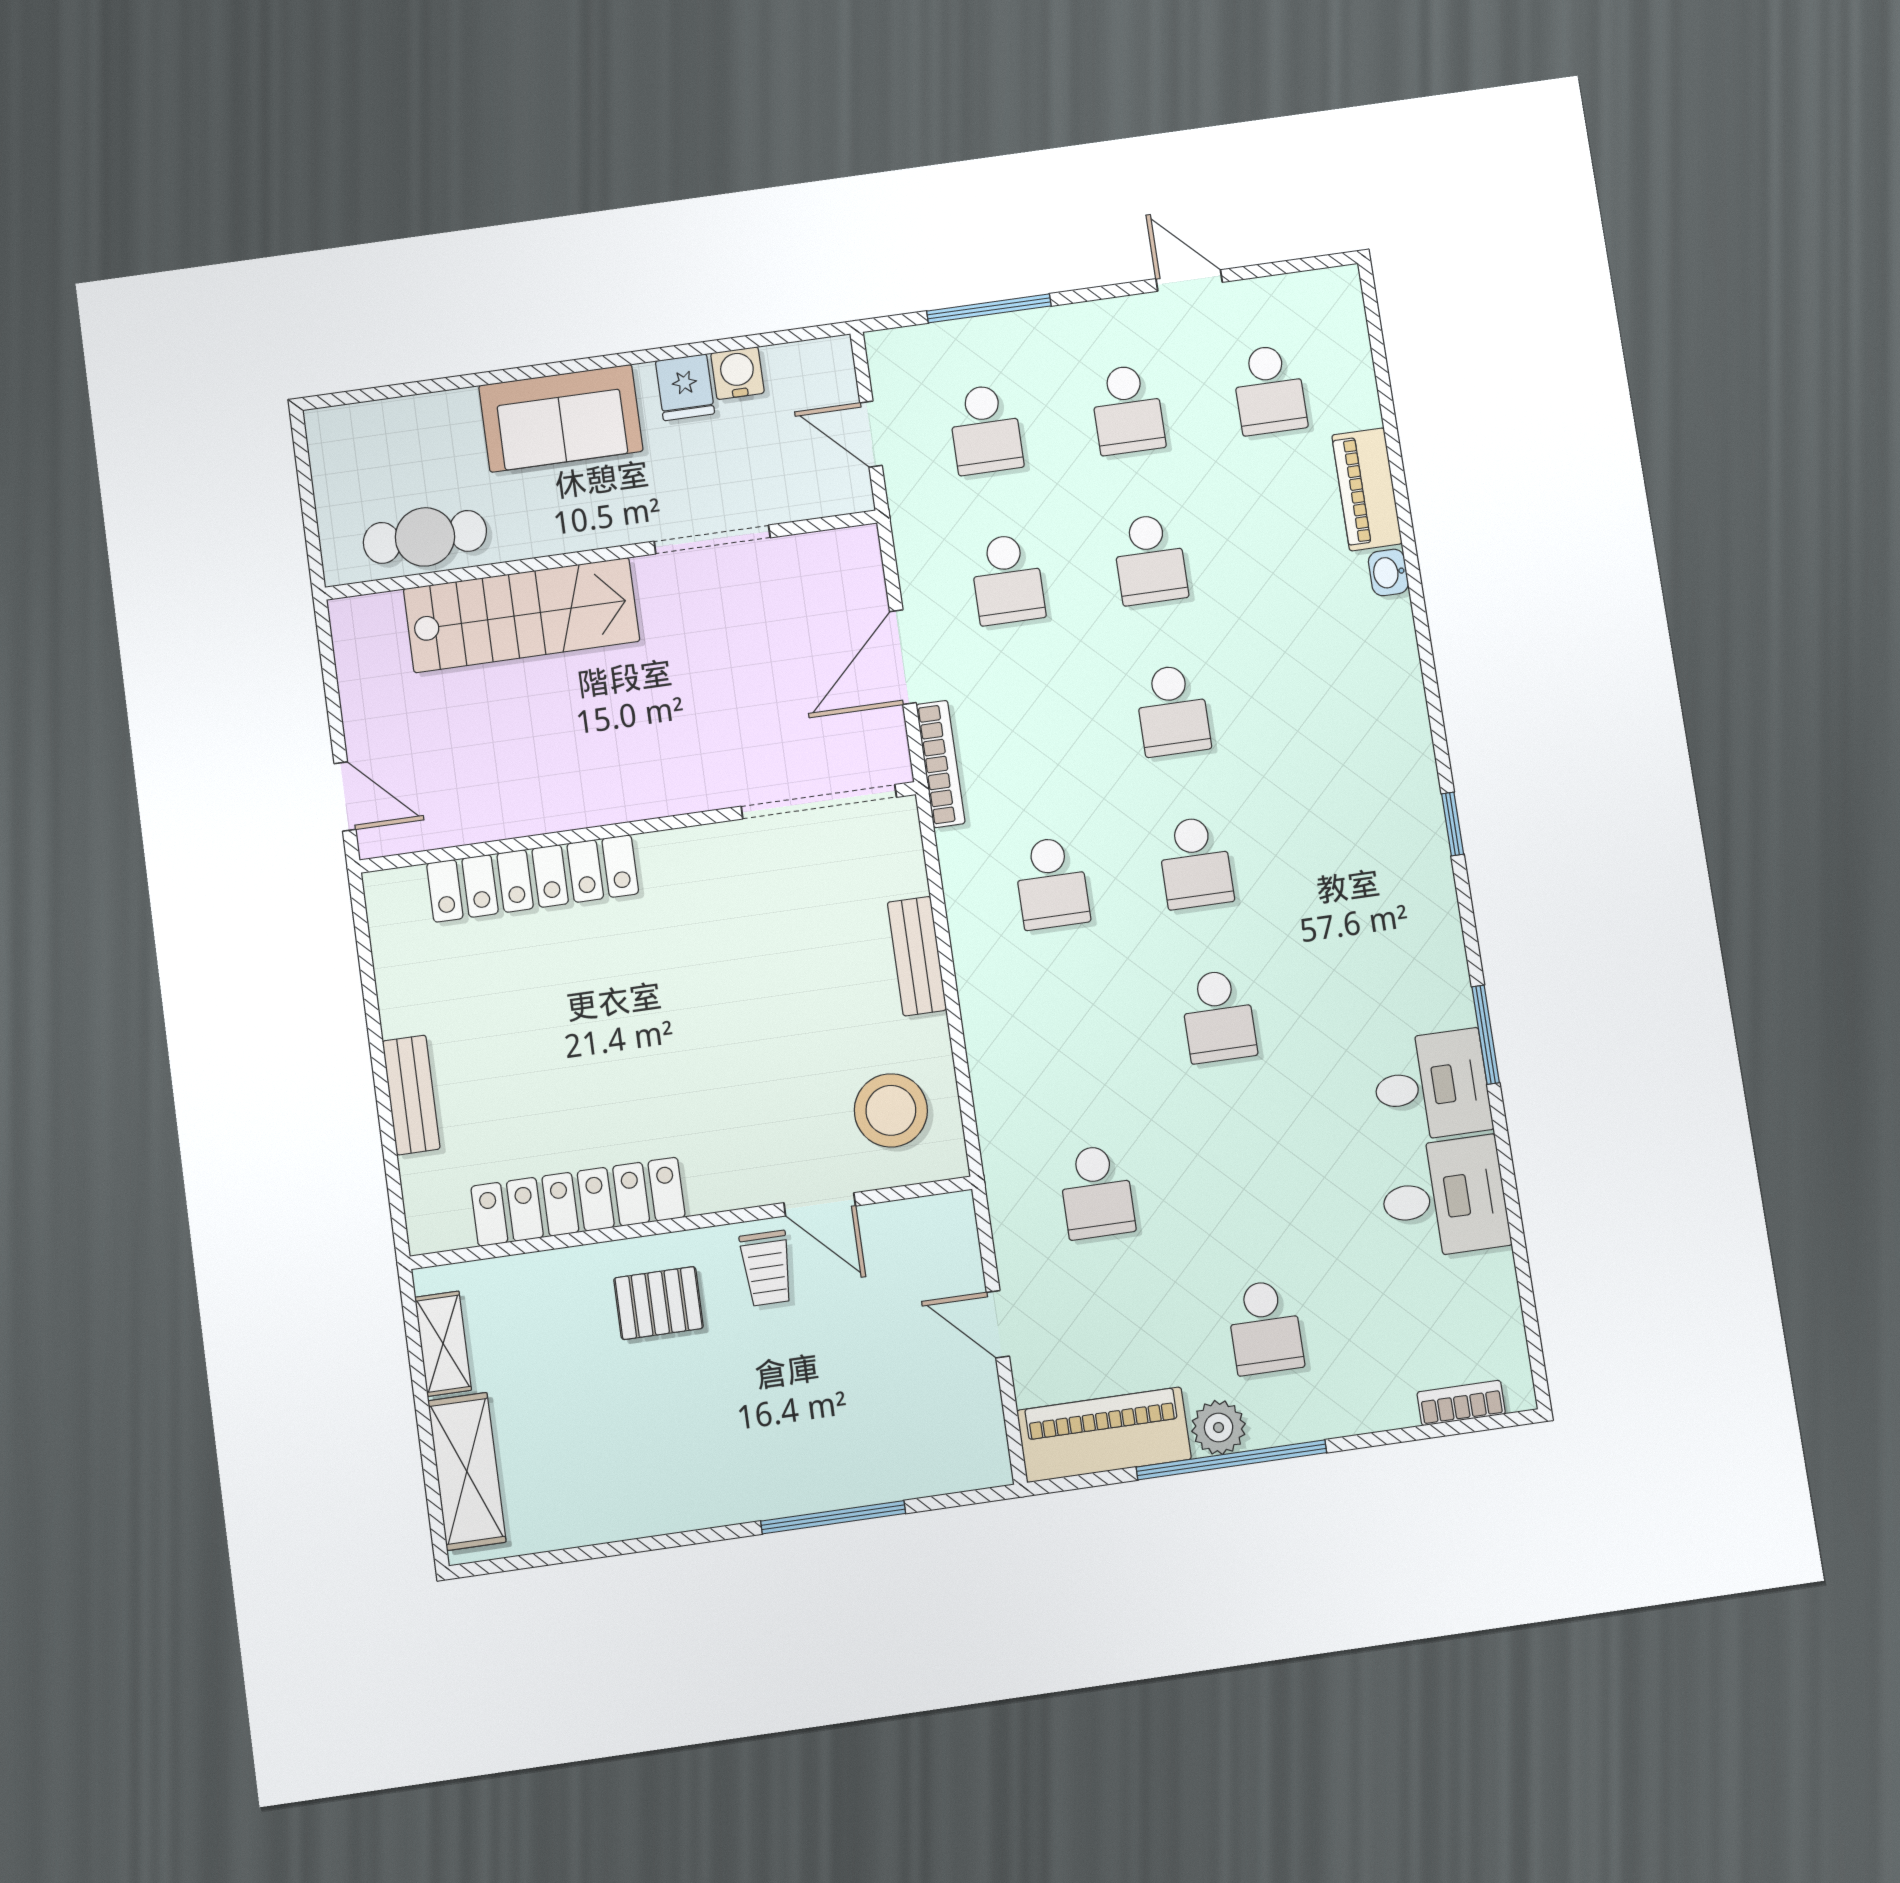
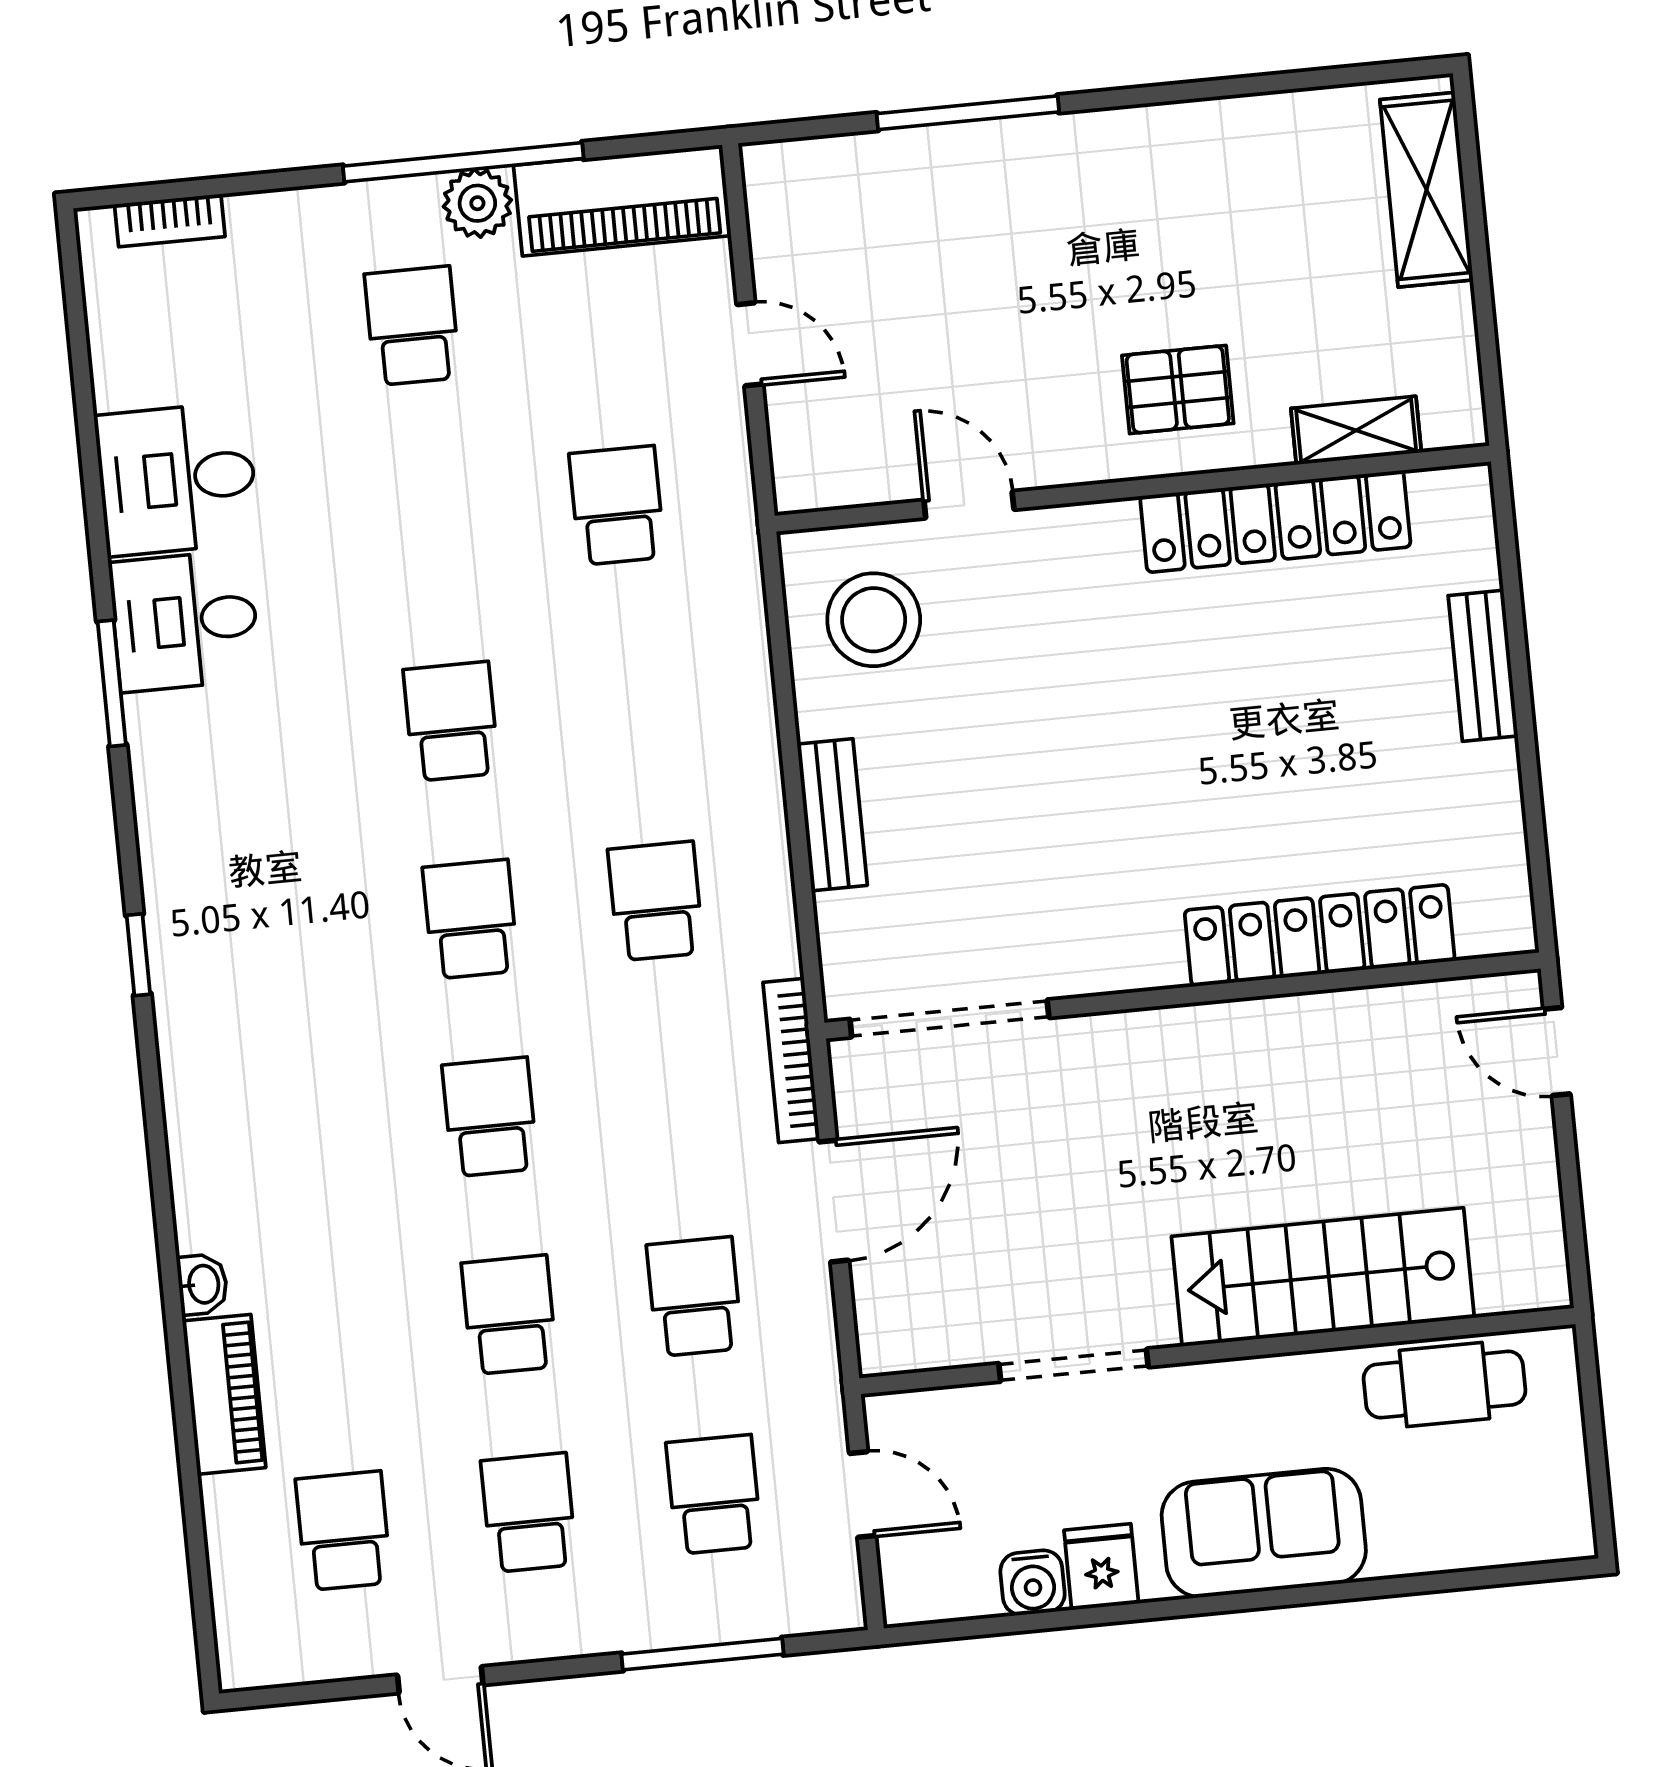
trolley: (767, 1268) -> (1039, 427), removed
shelving: (443, 1344) -> (1356, 430), moved, turned 90

